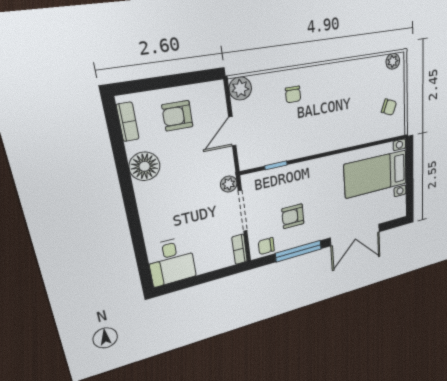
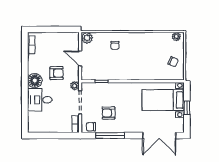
armchair: (177, 116) -> (57, 73), moved, turned 180
door: (232, 131) -> (80, 59), hinge flipped
floor lamp: (145, 166) -> (35, 80), moved
window: (409, 178) -> (187, 108), added
double door: (355, 235) -> (159, 135), moved
desk: (171, 262) -> (40, 100), moved, turned 90

